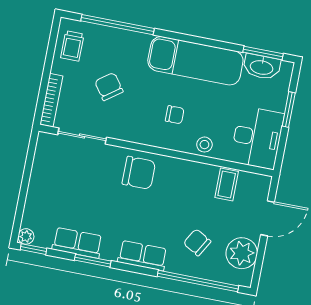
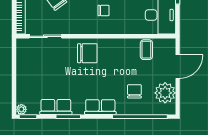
stool: (204, 145) -> (127, 26), removed
chair: (197, 242) -> (134, 91), turned 60

